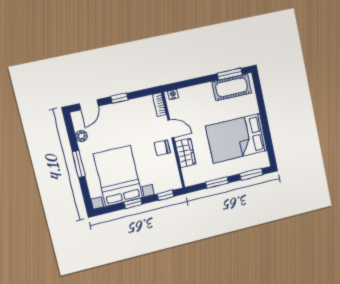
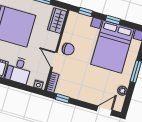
window: (119, 98) -> (62, 98), moved
desk: (201, 98) -> (19, 70), added
wardrobe: (185, 153) -> (57, 21), moved

